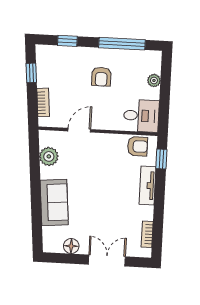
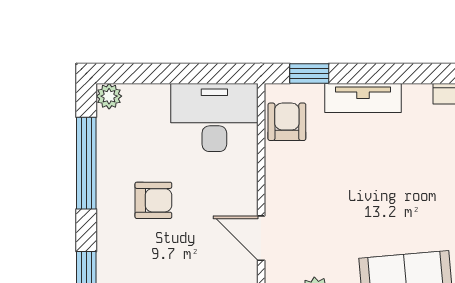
plant: (154, 80) -> (109, 96), moved
desk: (141, 116) -> (214, 118), width x1.37

